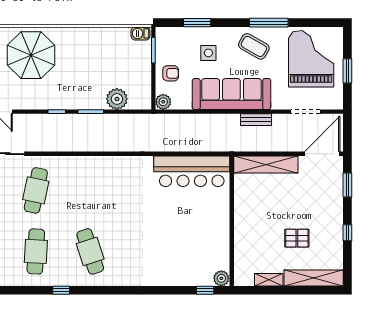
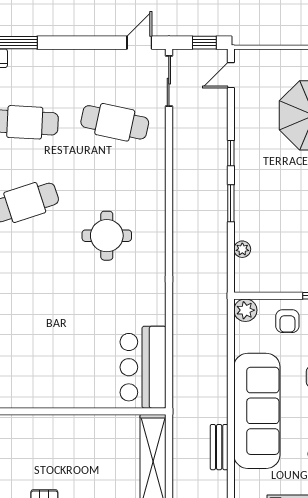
plant: (117, 99) -> (242, 249), width x0.53, depth x0.53
bar counter: (192, 171) -> (143, 367), width x0.73
round table: (113, 196) -> (107, 236), added

